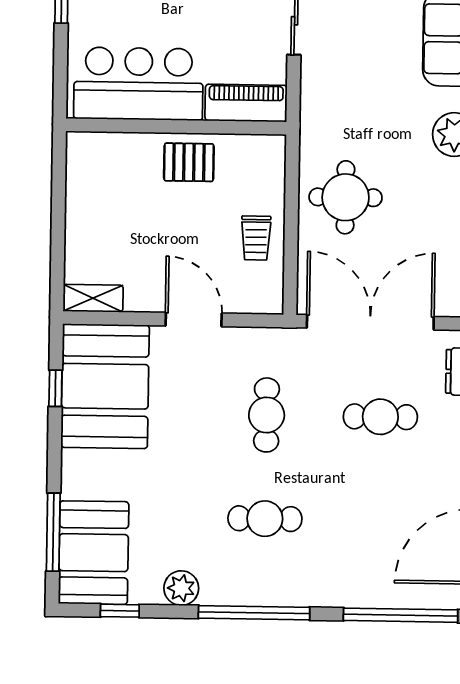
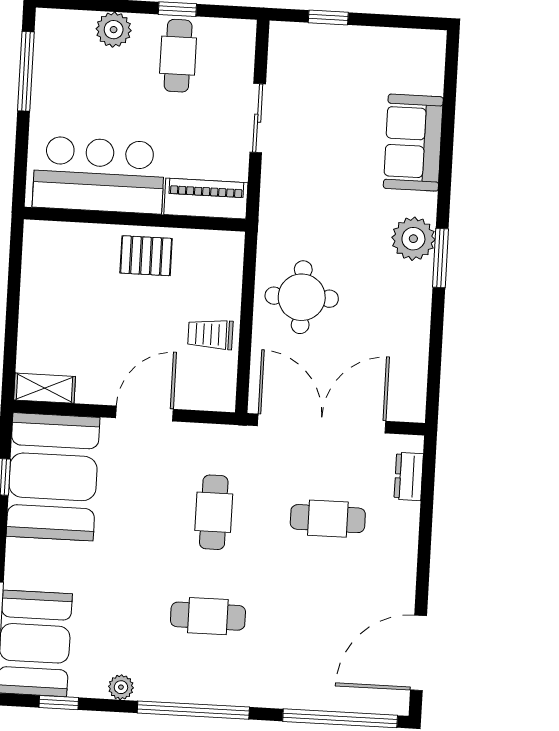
trolley: (256, 238) -> (210, 334), turned 90
door: (194, 320) -> (144, 414), hinge flipped
plant: (181, 588) -> (121, 687), width x0.73, depth x0.73

